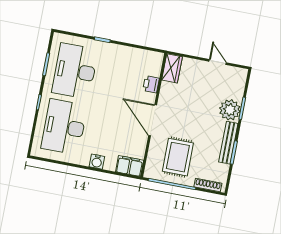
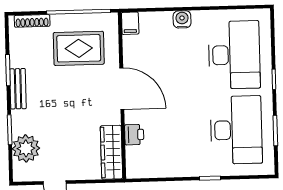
wardrobe: (172, 68) -> (111, 152), width x1.50
plant: (230, 110) -> (26, 148), moved
bench: (228, 143) -> (18, 89), width x0.73
rug: (178, 157) -> (79, 48), turned 90
filing cabinet: (130, 166) -> (130, 23), width x0.50

